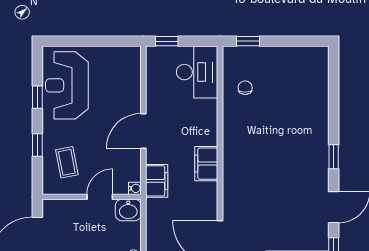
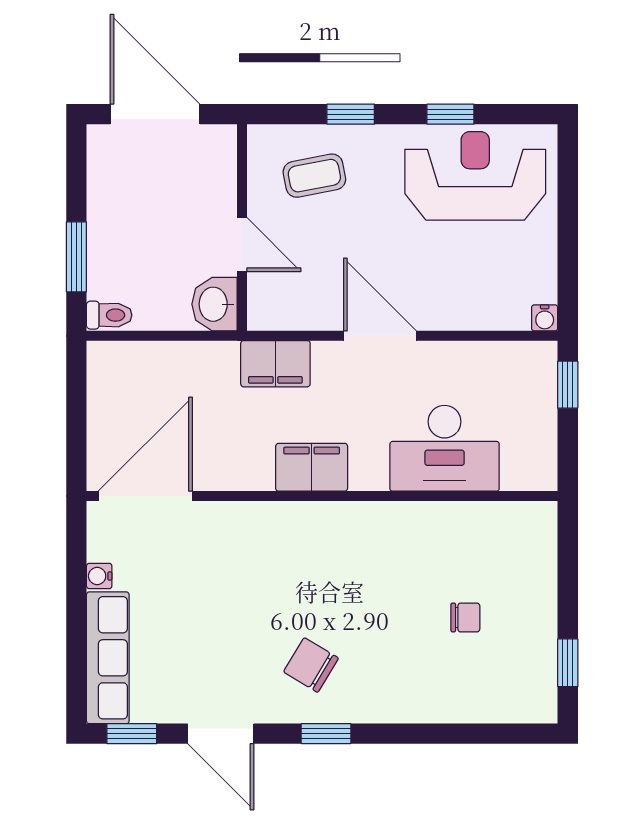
window: (248, 41) -> (568, 663), moved
desk: (197, 72) -> (445, 448), moved
chair: (245, 88) -> (465, 617), moved
chair: (301, 164) -> (311, 665), added
water cooler: (135, 188) -> (545, 318), moved

